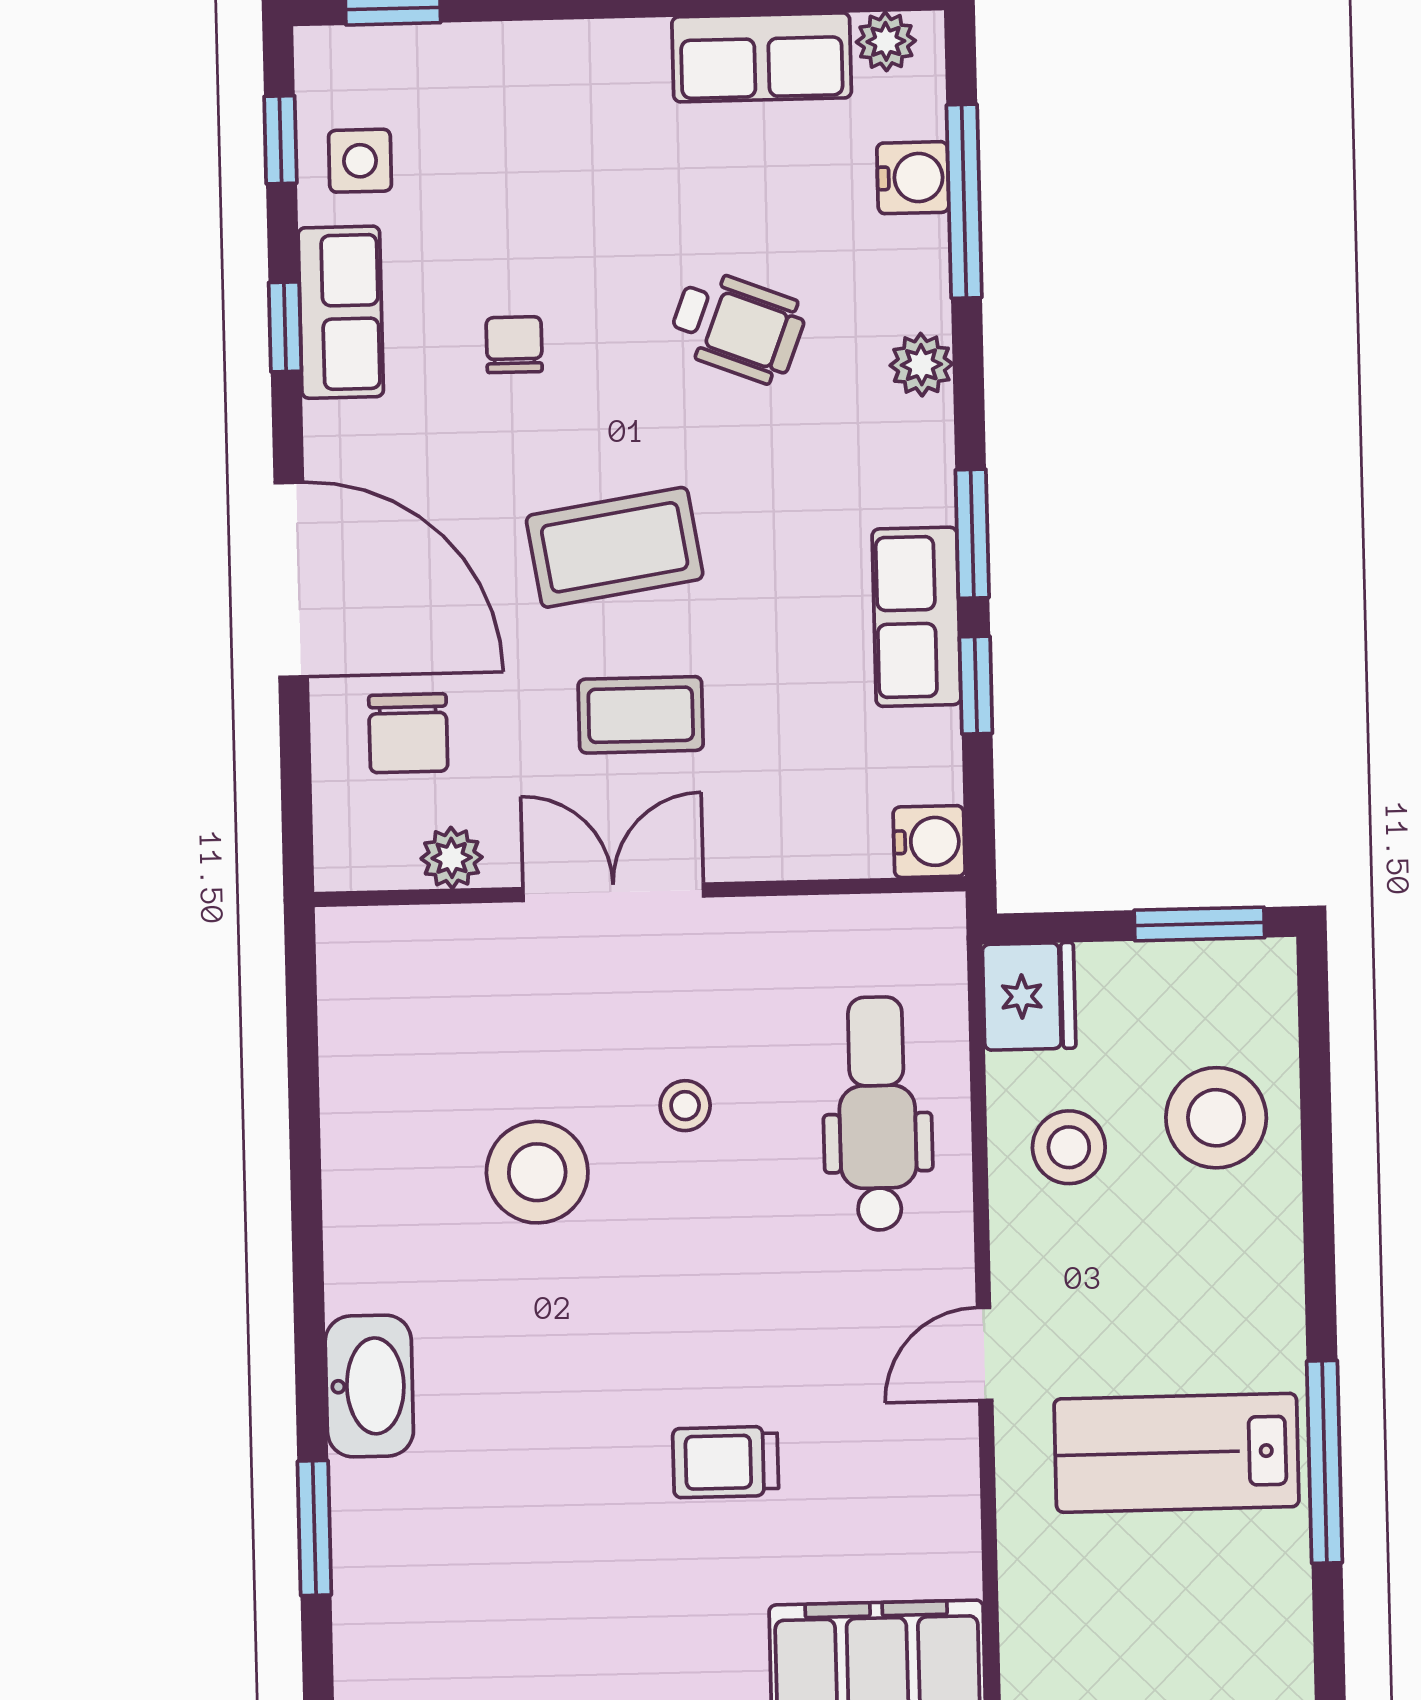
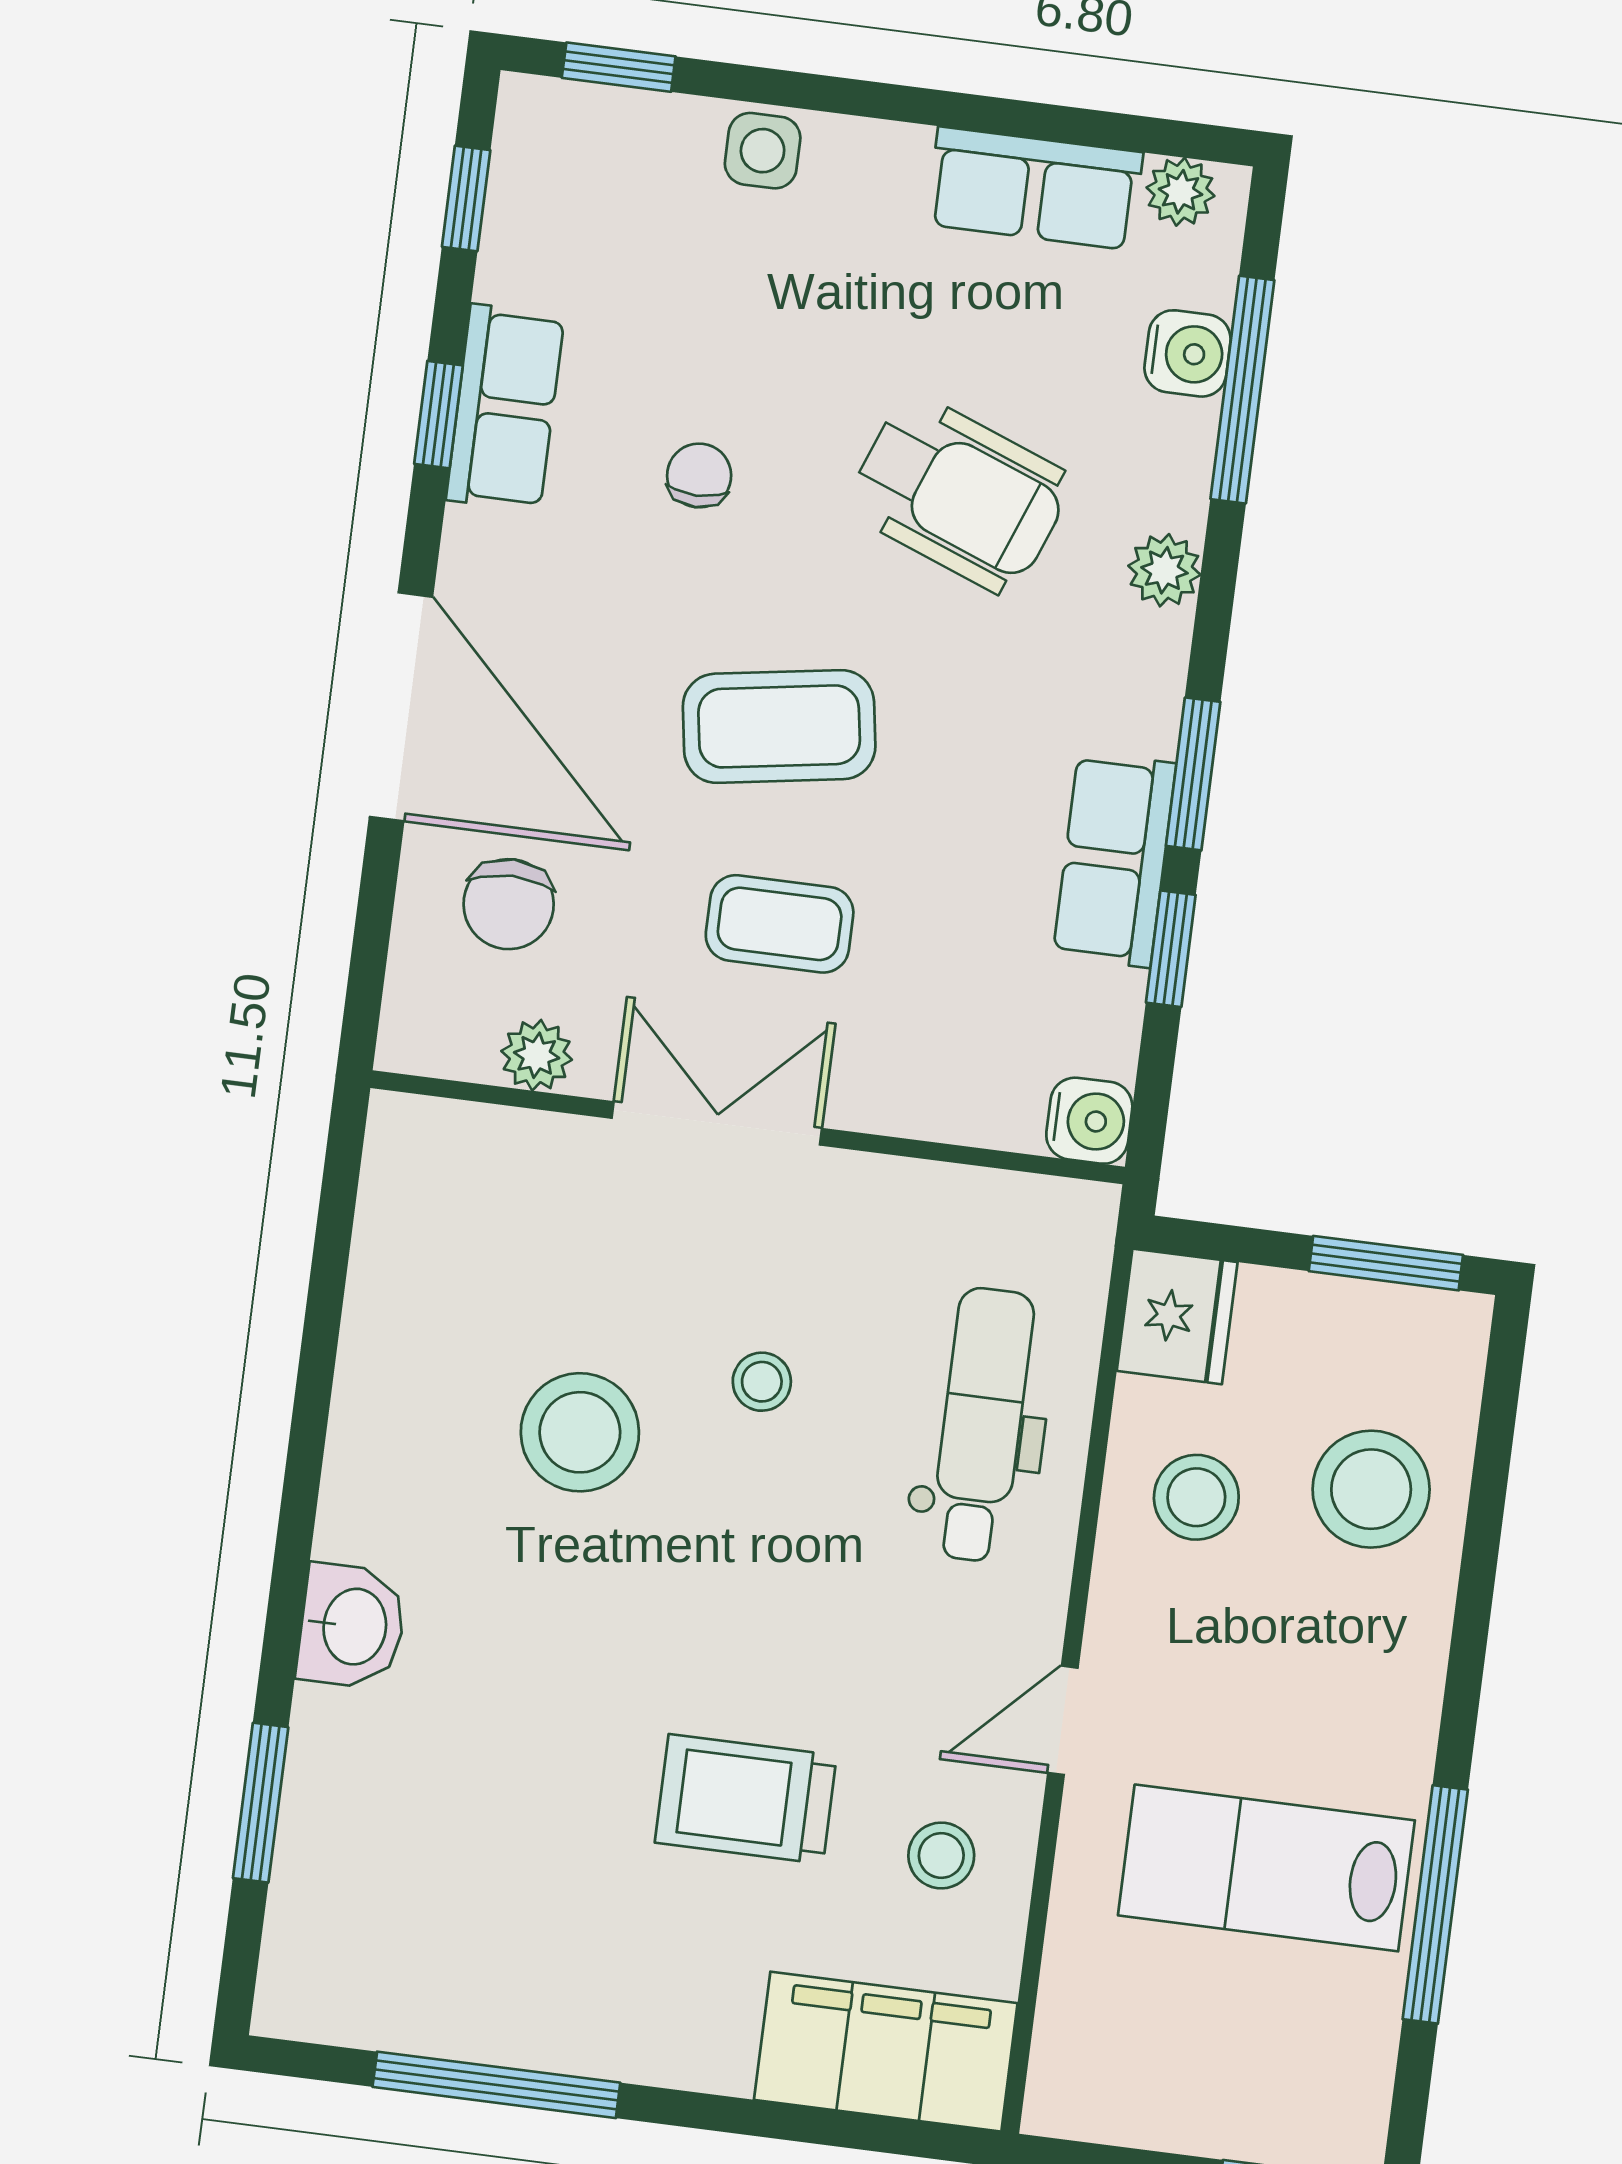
side table: (360, 161) -> (763, 151), moved
wheelchair: (737, 327) -> (959, 494), width x1.36, depth x1.37
washbasin: (369, 1386) -> (352, 1626), width x0.72
trolley: (726, 1462) -> (746, 1799), width x1.36, depth x1.39
stool: (899, 1484) -> (941, 1856), added

